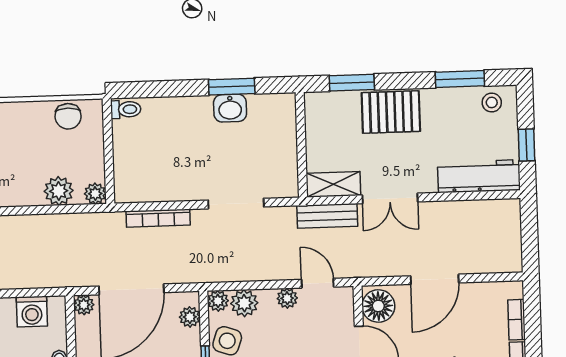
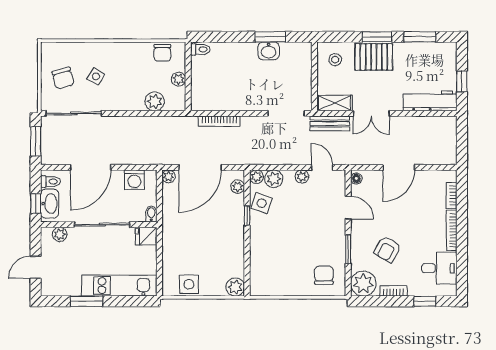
window: (352, 83) -> (377, 37), moved
stool: (492, 102) -> (335, 60), moved
plant: (95, 194) -> (178, 79), moved
doorway: (236, 204) -> (286, 113), moved
floor lamp: (378, 306) -> (356, 179), width x0.53, depth x0.53

